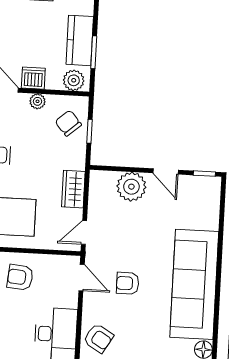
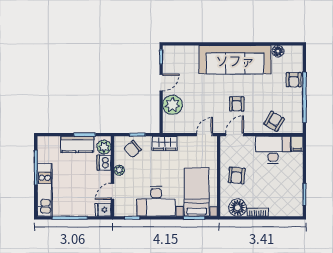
dishwasher: (33, 78) -> (104, 163), moved
wardrobe: (73, 189) -> (165, 143), moved
door: (84, 232) -> (205, 135), swing flipped

